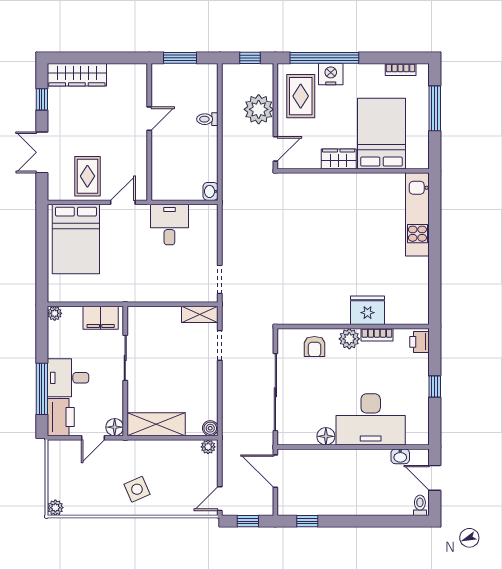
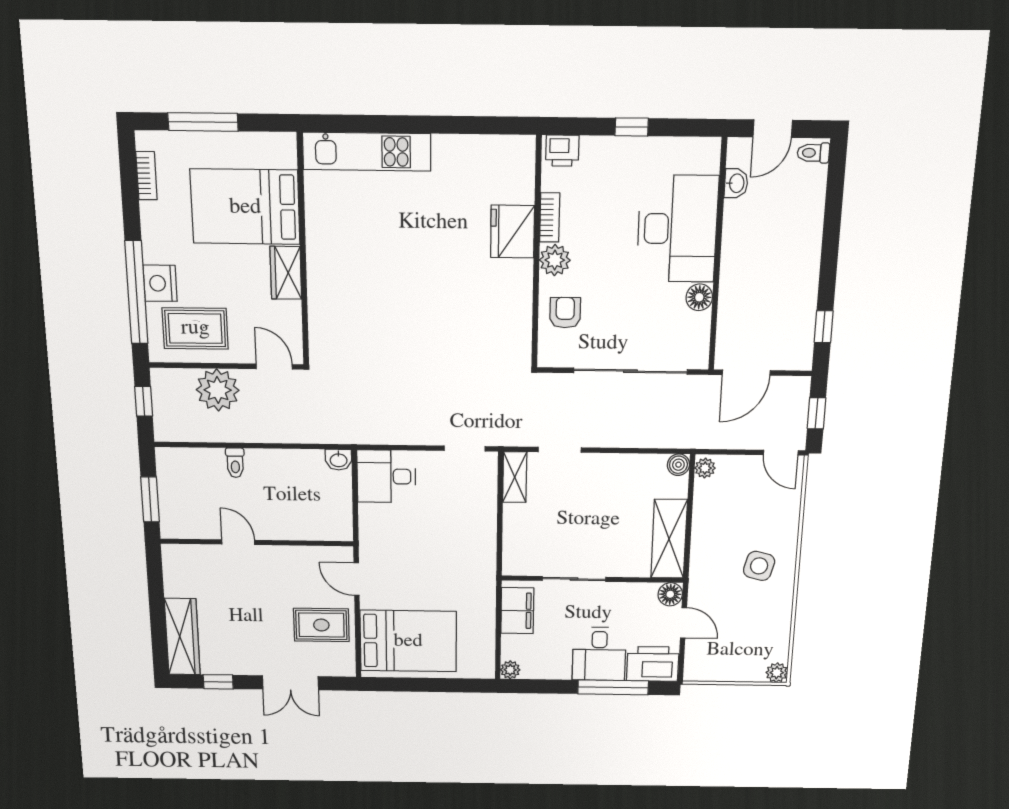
desk: (169, 225) -> (386, 476), moved
armchair: (314, 347) -> (565, 313), turned -90
side table: (137, 489) -> (759, 566), turned 38

